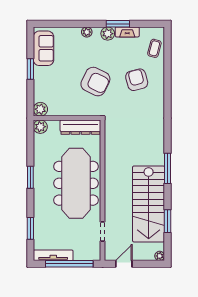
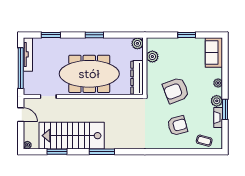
sofa: (44, 48) -> (214, 52), moved, turned 90
armchair: (95, 82) -> (176, 90), turned 43
plant: (40, 109) -> (152, 57), moved

